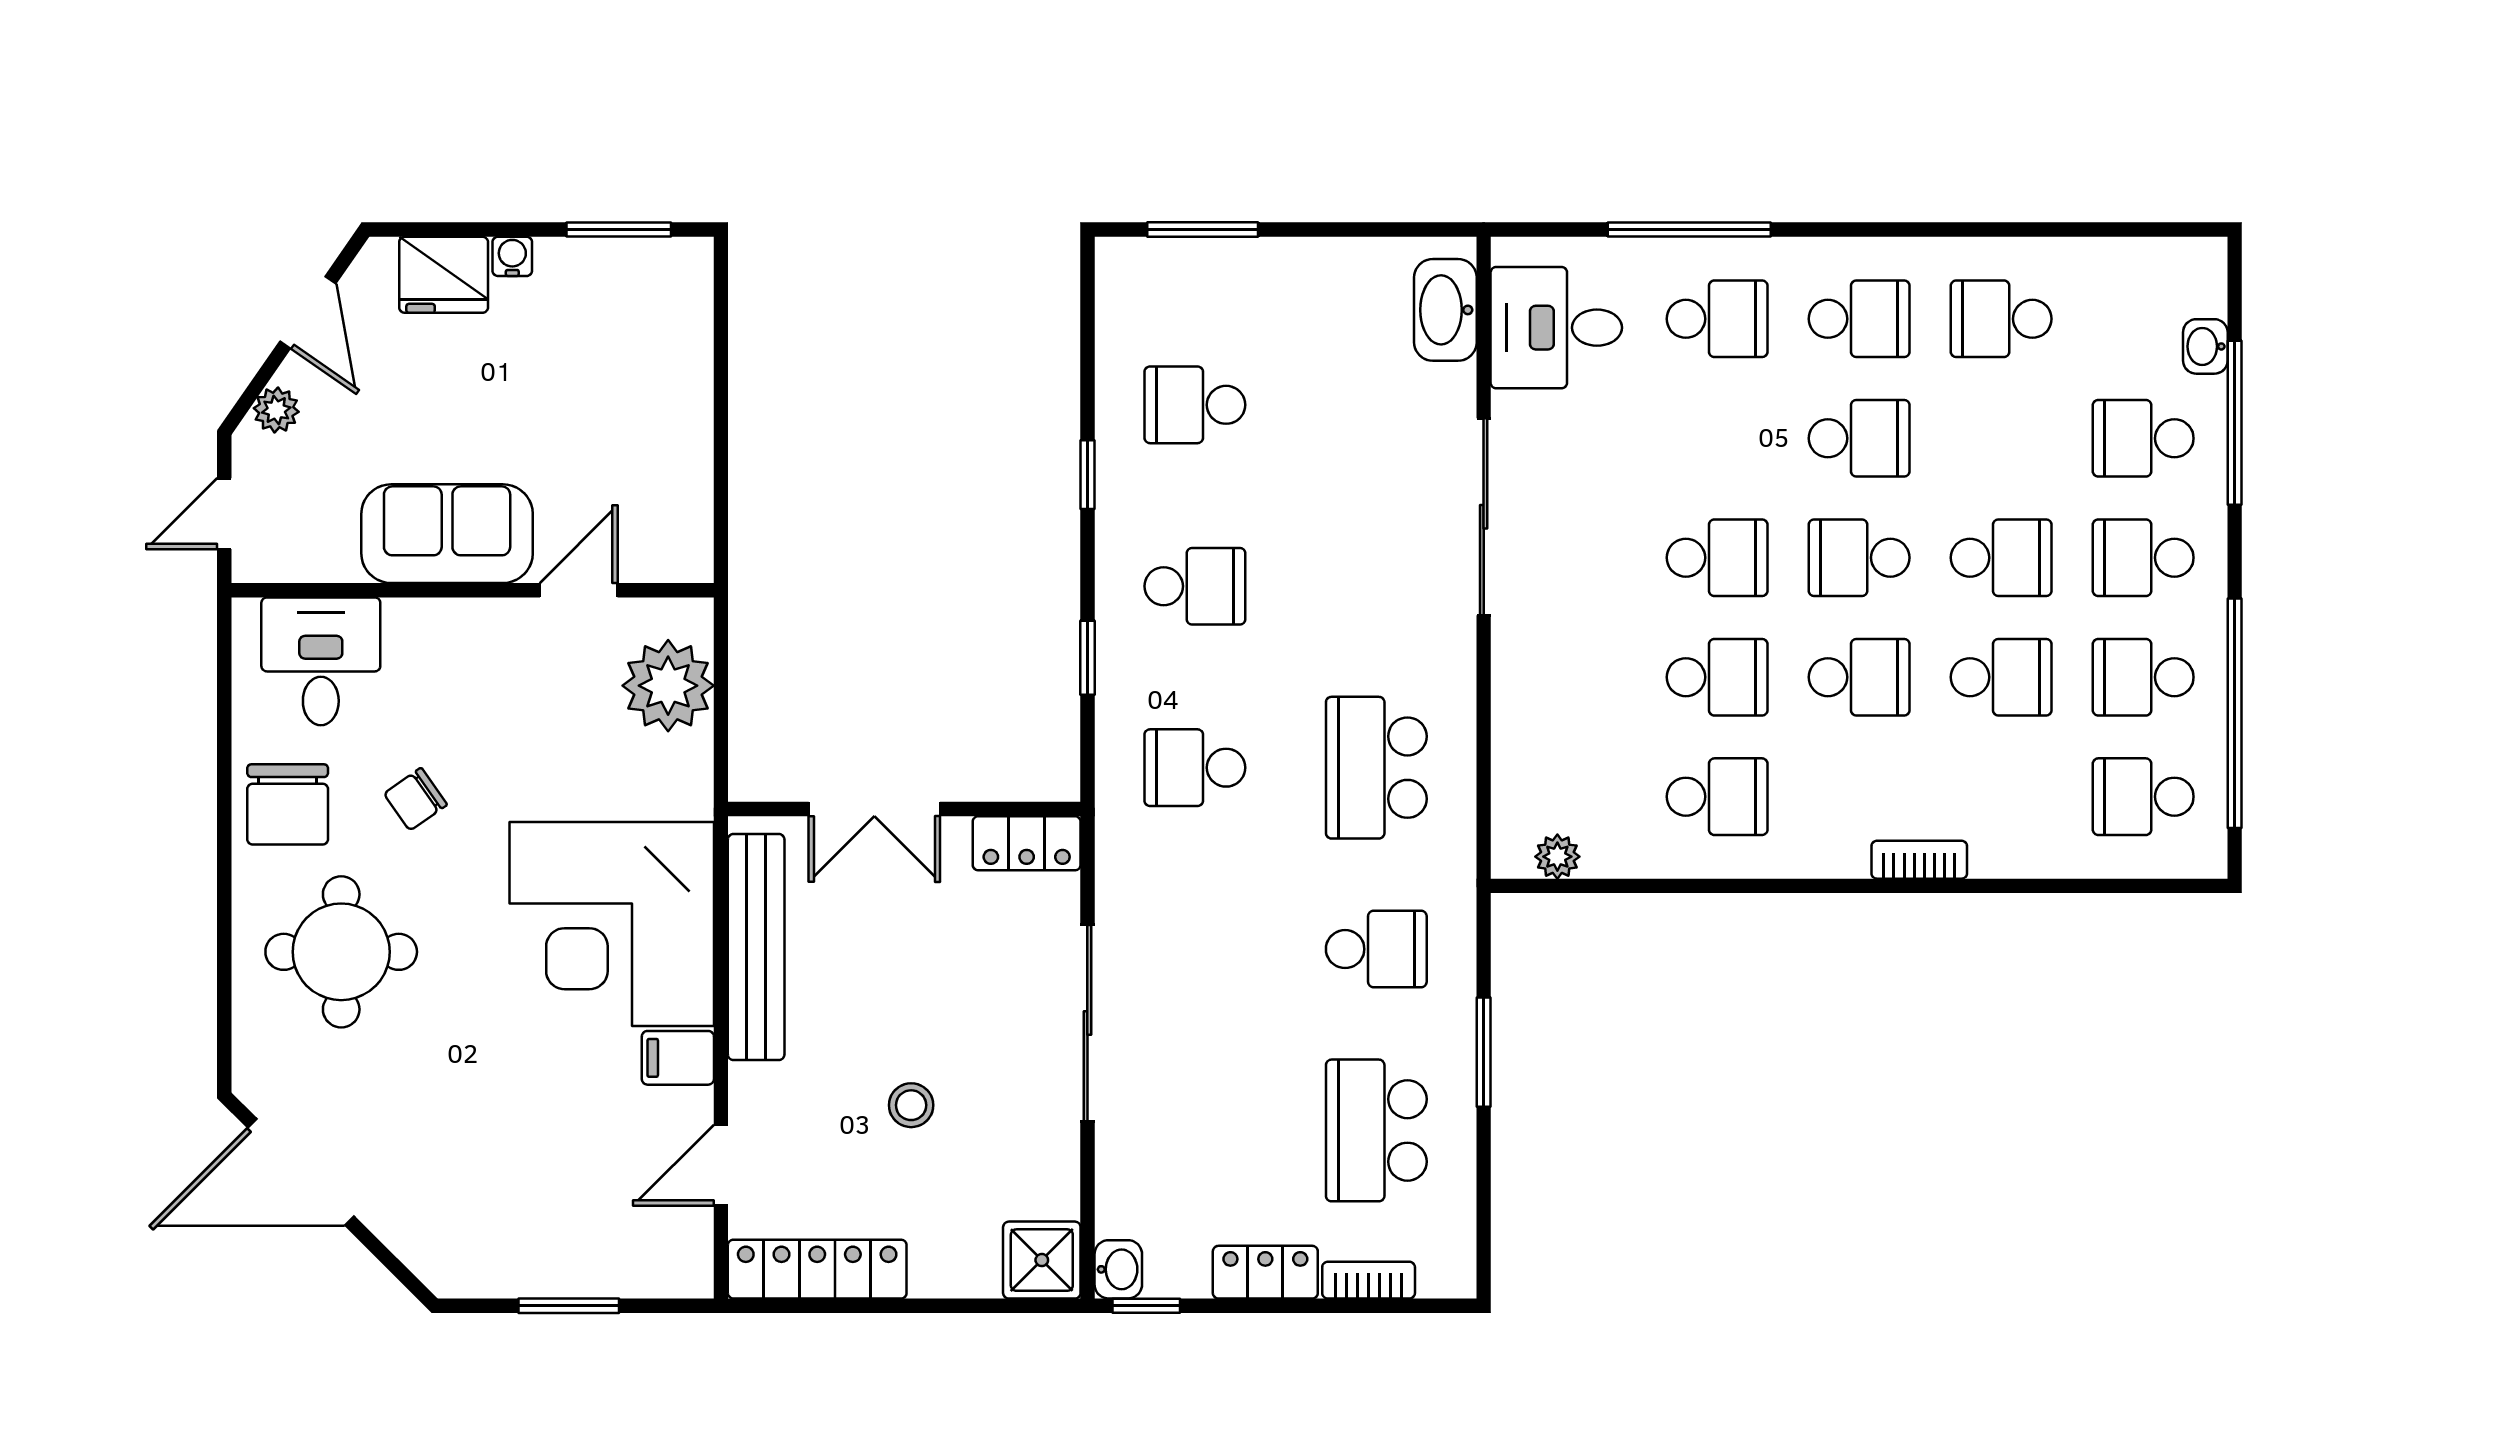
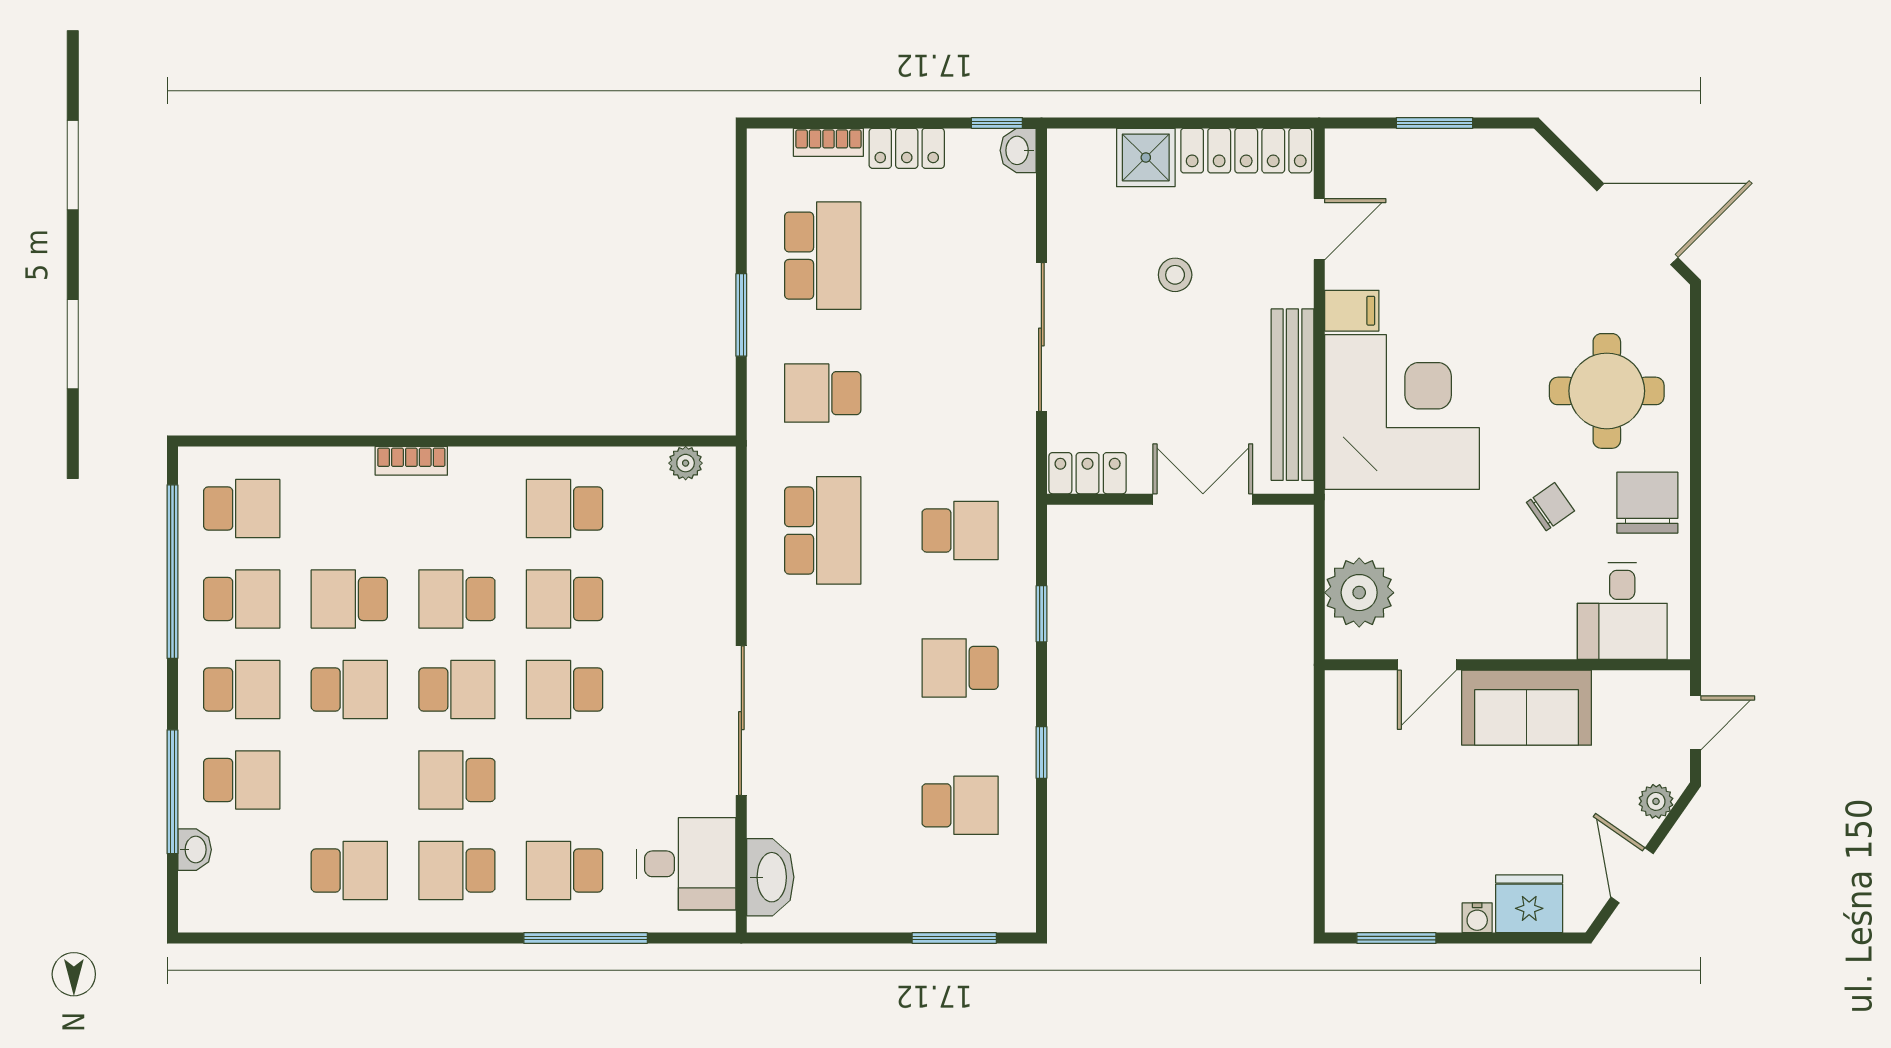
school desk: (2001, 558) -> (349, 689), turned 180
shower: (1042, 1260) -> (1146, 157), moved

